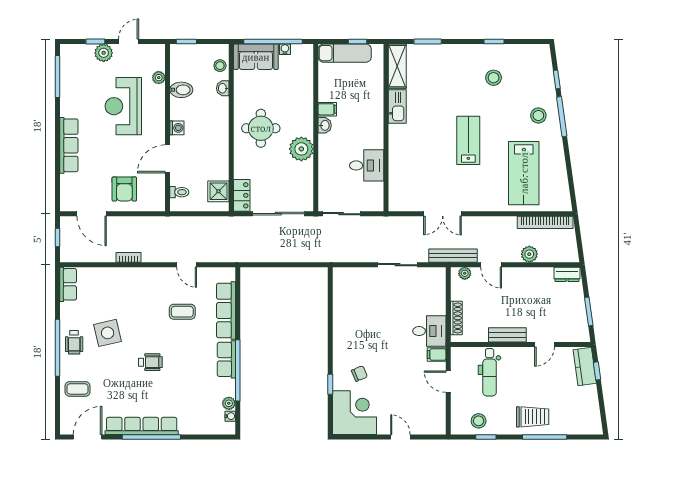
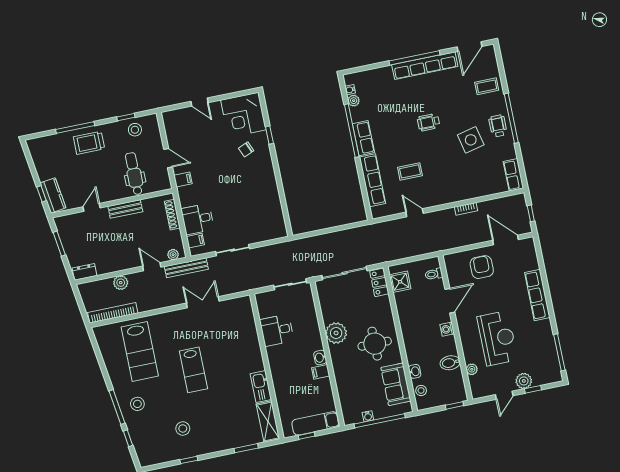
sofa: (256, 57) -> (396, 384), moved, turned -90
lab bench: (524, 173) -> (140, 351), turned 180
filing cabinet: (437, 284) -> (195, 241), added
desk: (429, 331) -> (198, 219), moved

